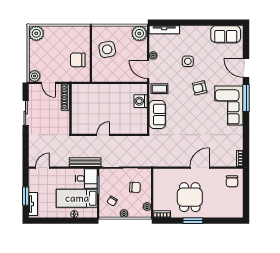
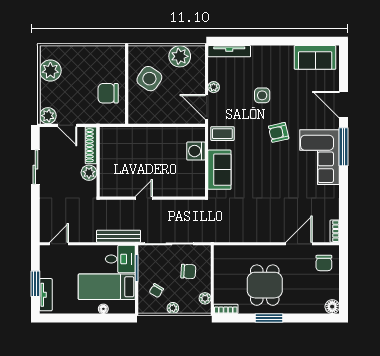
plant: (36, 33) -> (50, 71), moved
plant: (139, 33) -> (180, 56), moved
side table: (107, 49) -> (149, 79), turned 45
plant: (64, 117) -> (89, 173), added
door: (200, 168) -> (299, 244), moved
floor lamp: (238, 213) -> (332, 307), added

